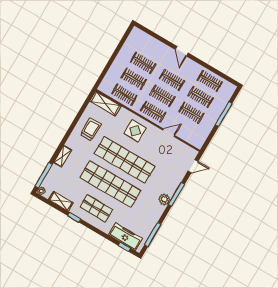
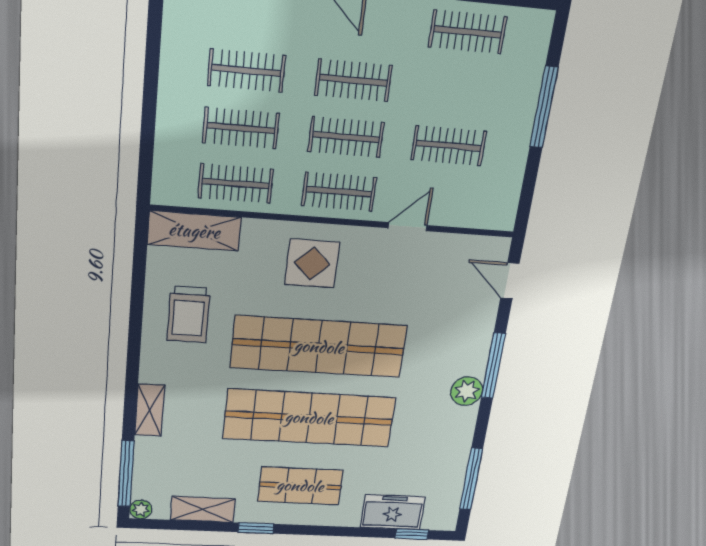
clothes rail: (201, 97) -> (458, 90), removed
trolley: (91, 129) -> (188, 314), turned 180
door: (193, 166) -> (510, 281), swing flipped
freezer: (125, 237) -> (393, 512), width x0.71

